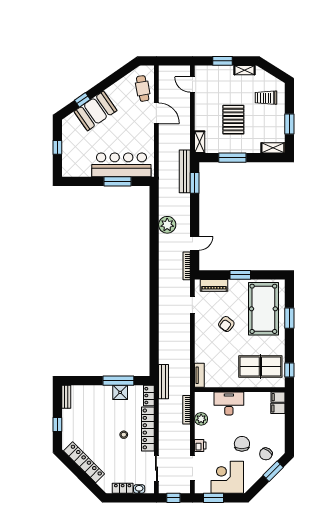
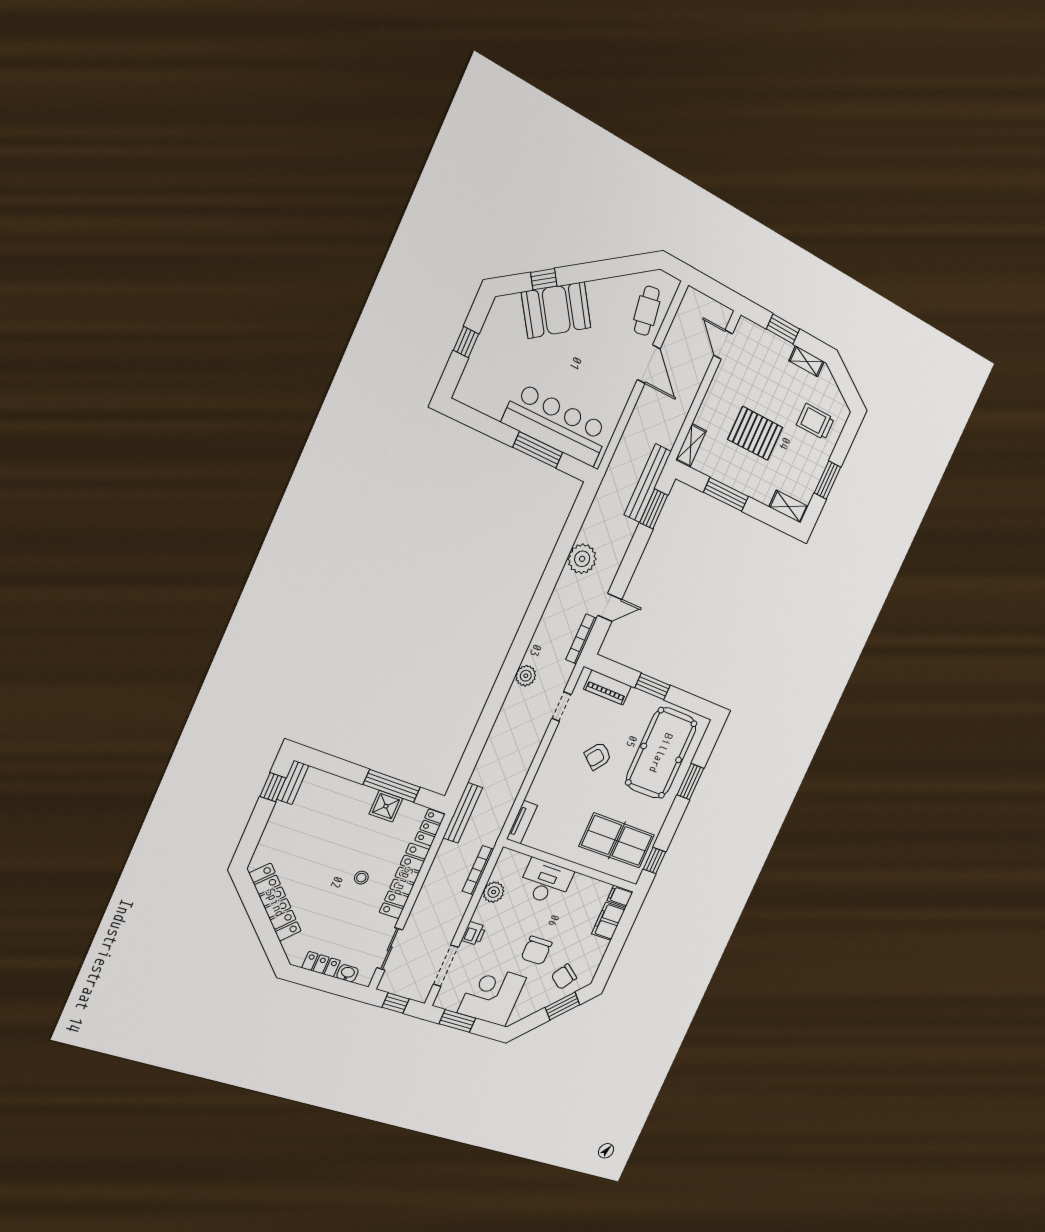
pallet: (233, 120) -> (755, 433), turned 90
plant: (165, 297) -> (526, 676), added
filing cabinet: (278, 408) -> (608, 921), width x2.00
window: (57, 425) -> (273, 787), moved
chair: (242, 444) -> (537, 950), turned 180

